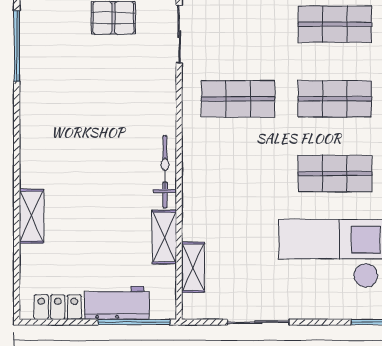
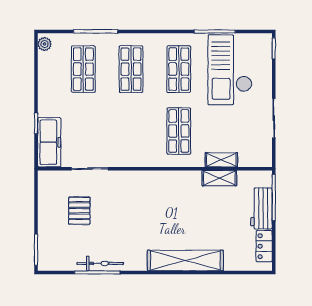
shop shelf: (238, 99) -> (179, 131), moved
bicycle: (165, 172) -> (100, 263), moved, turned 180
shelving: (31, 216) -> (185, 260), width x2.20, depth x1.33
shelving: (193, 267) -> (221, 160), moved

